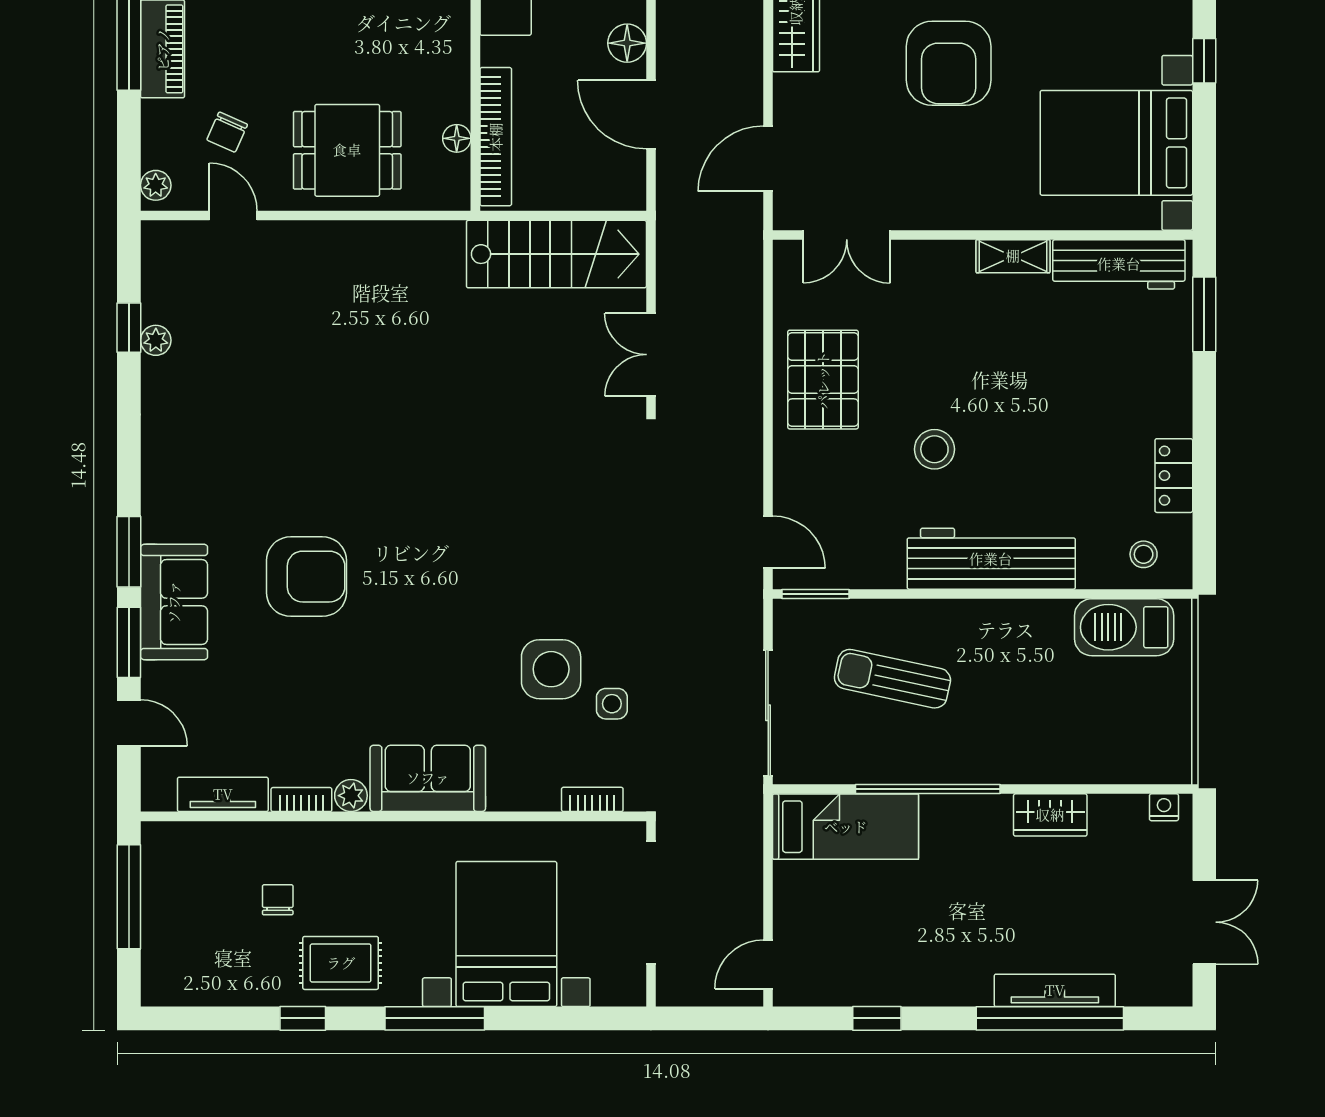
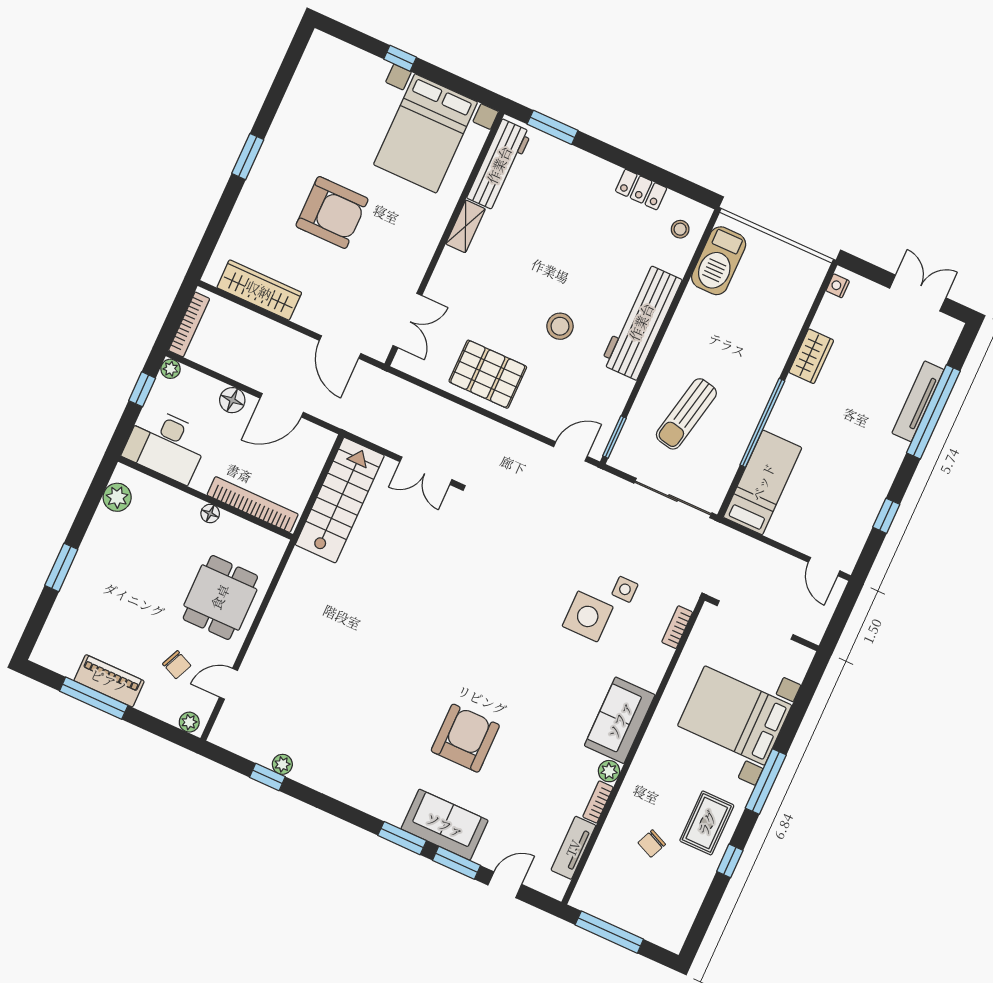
floor lamp: (457, 138) -> (210, 514), moved
chair: (278, 900) -> (652, 844), turned -66

